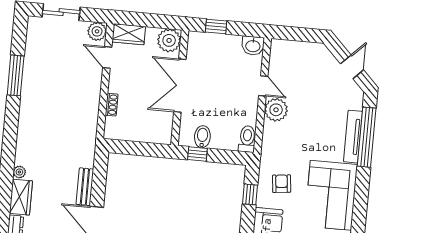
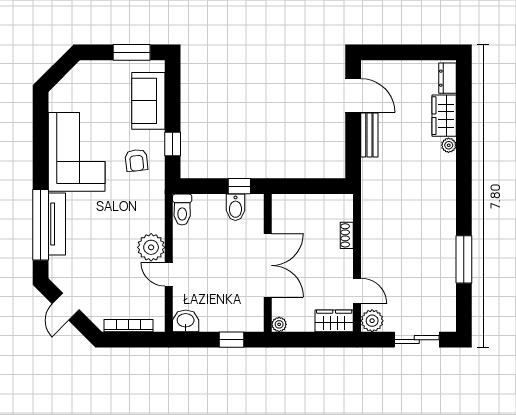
plant: (169, 40) -> (279, 324), width x0.53, depth x0.53
bookcase: (301, 46) -> (128, 326), added

